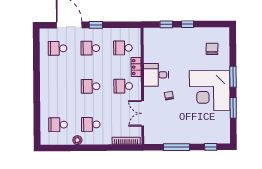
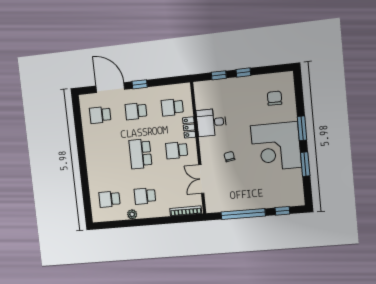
desk: (156, 75) -> (211, 122), moved
school desk: (91, 86) -> (140, 154), width x1.85
window: (176, 147) -> (243, 214), width x1.46

